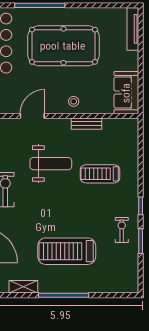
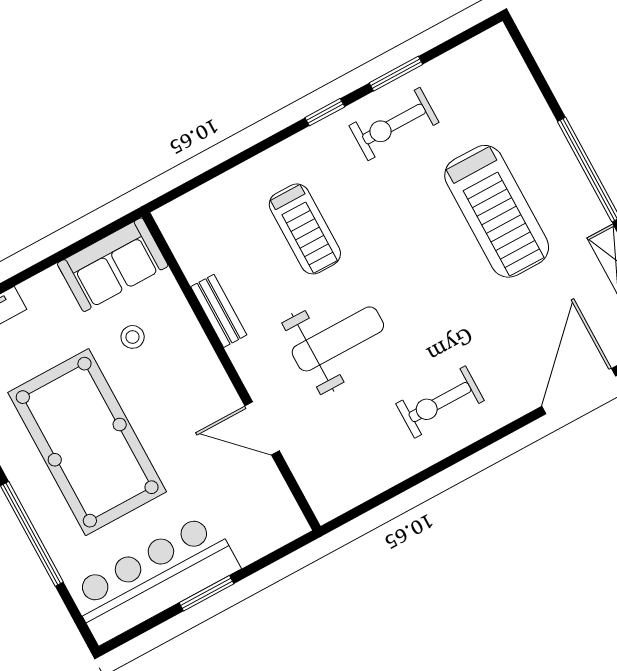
stool: (74, 101) -> (133, 337), moved
weight bench: (51, 164) -> (338, 339), turned 90
exercise bike: (122, 230) -> (394, 124), width x1.38, depth x1.39

